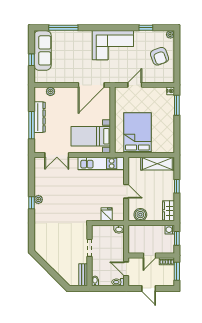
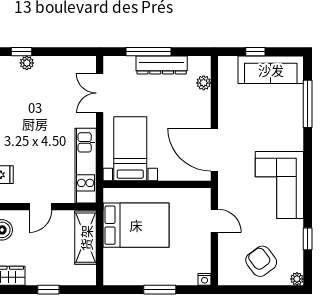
armchair: (160, 56) -> (261, 261), turned 73
window: (177, 105) -> (160, 290), moved
shelving: (157, 164) -> (86, 238), moved

